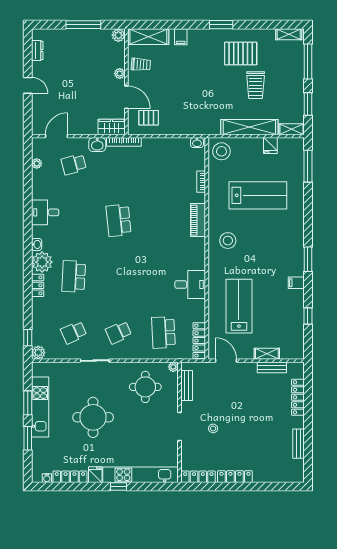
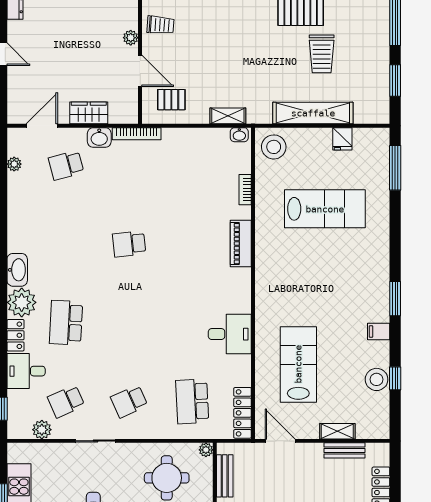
wardrobe: (112, 127) -> (89, 113), moved
shelving: (291, 129) -> (228, 116), moved
desk: (45, 212) -> (26, 371), moved
school desk: (119, 220) -> (129, 244), width x0.54
stool: (228, 241) -> (377, 379), moved
washbasin: (37, 244) -> (17, 270), width x1.91, depth x1.45
plant: (38, 353) -> (42, 430), moved

